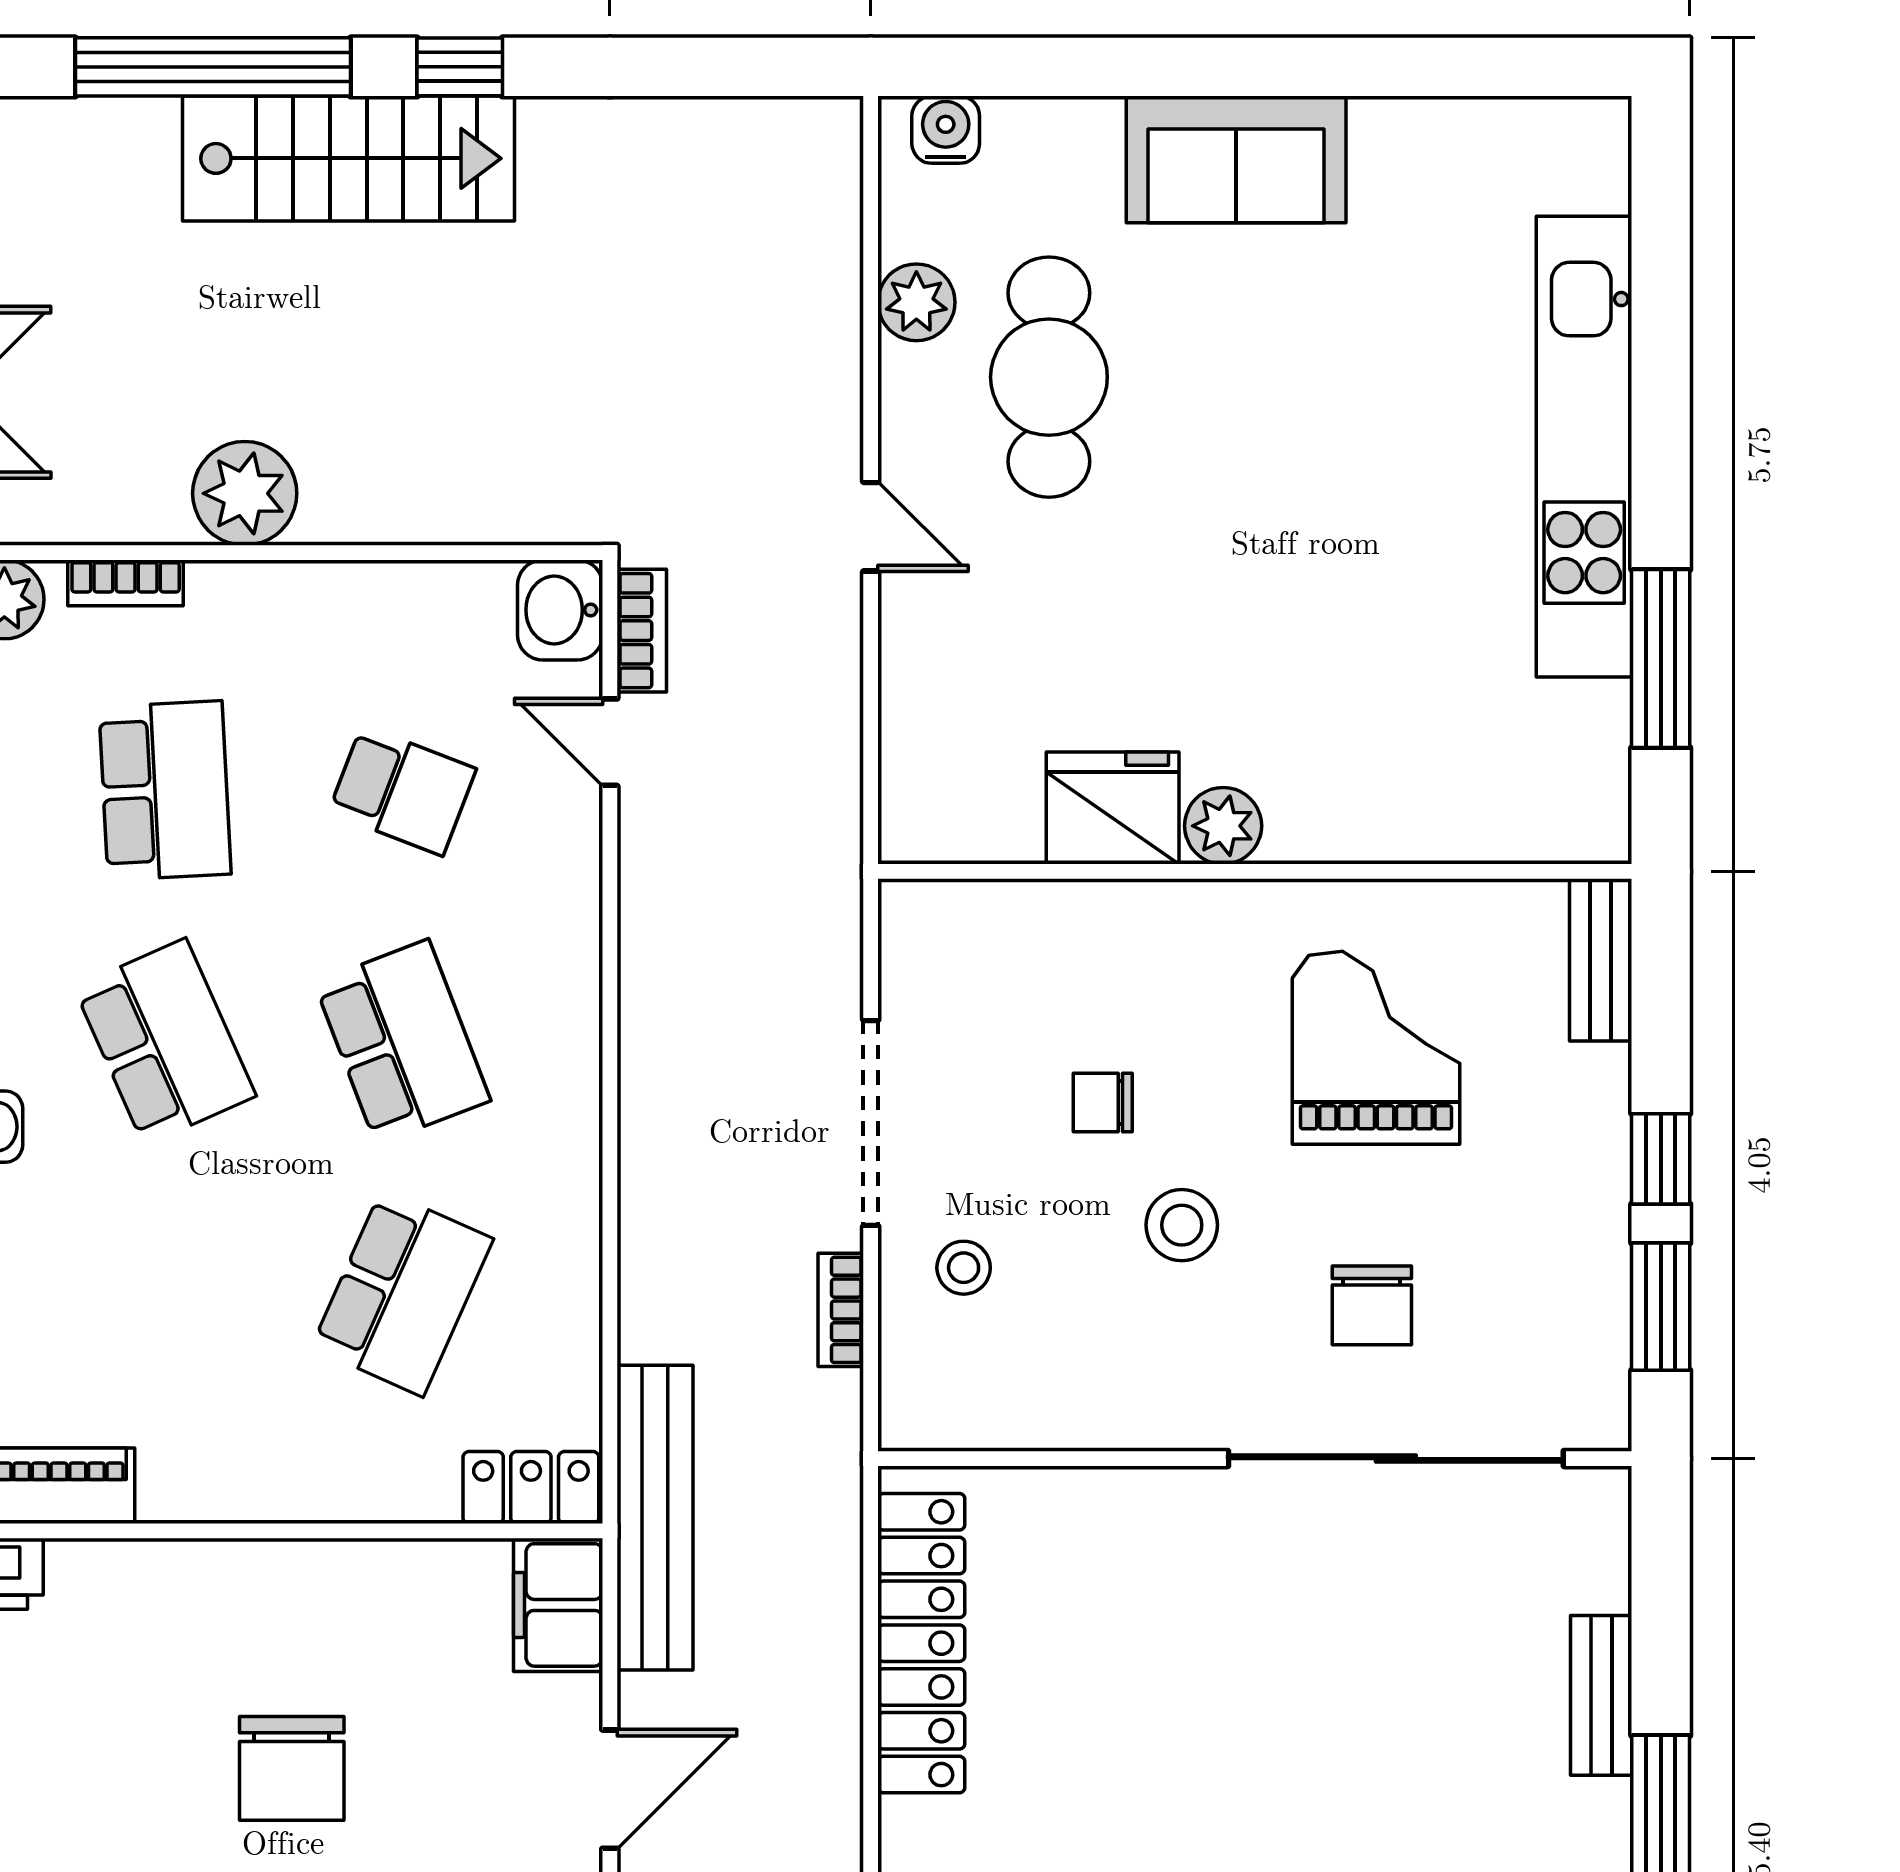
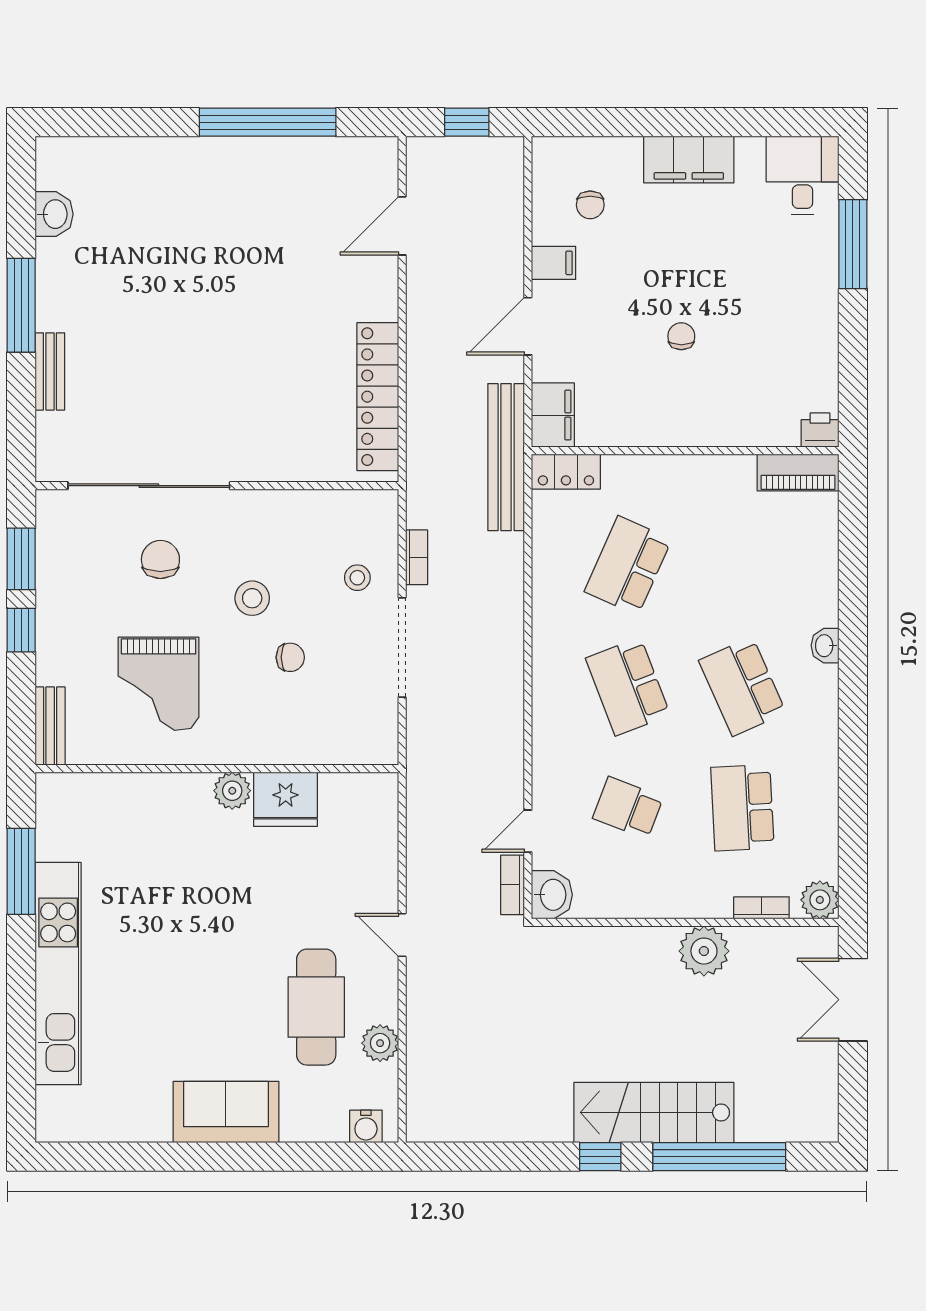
door: (610, 742) -> (528, 831), swing flipped
chair: (292, 1768) -> (681, 336), width x0.54, depth x0.54

